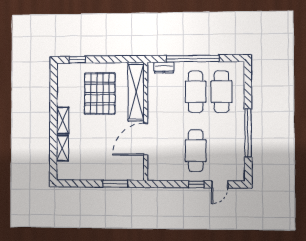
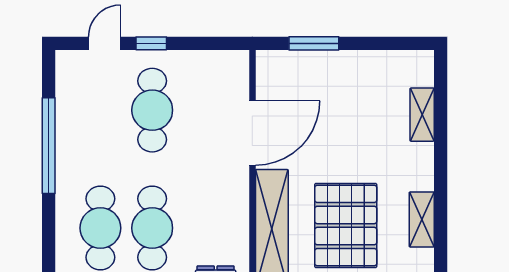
shelving: (63, 120) -> (422, 219), moved

